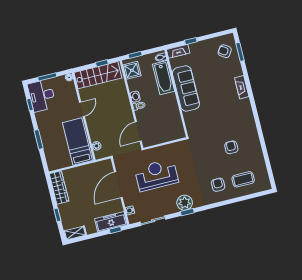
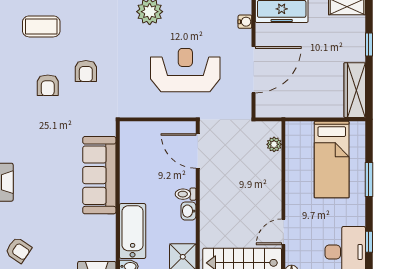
sofa: (186, 88) -> (99, 175), moved
door: (82, 109) -> (283, 232), moved
door: (138, 131) -> (198, 151), swing flipped
bed: (77, 142) -> (332, 160), moved
reception desk: (156, 175) -> (185, 70), turned 180
armchair: (218, 185) -> (86, 71), moved

